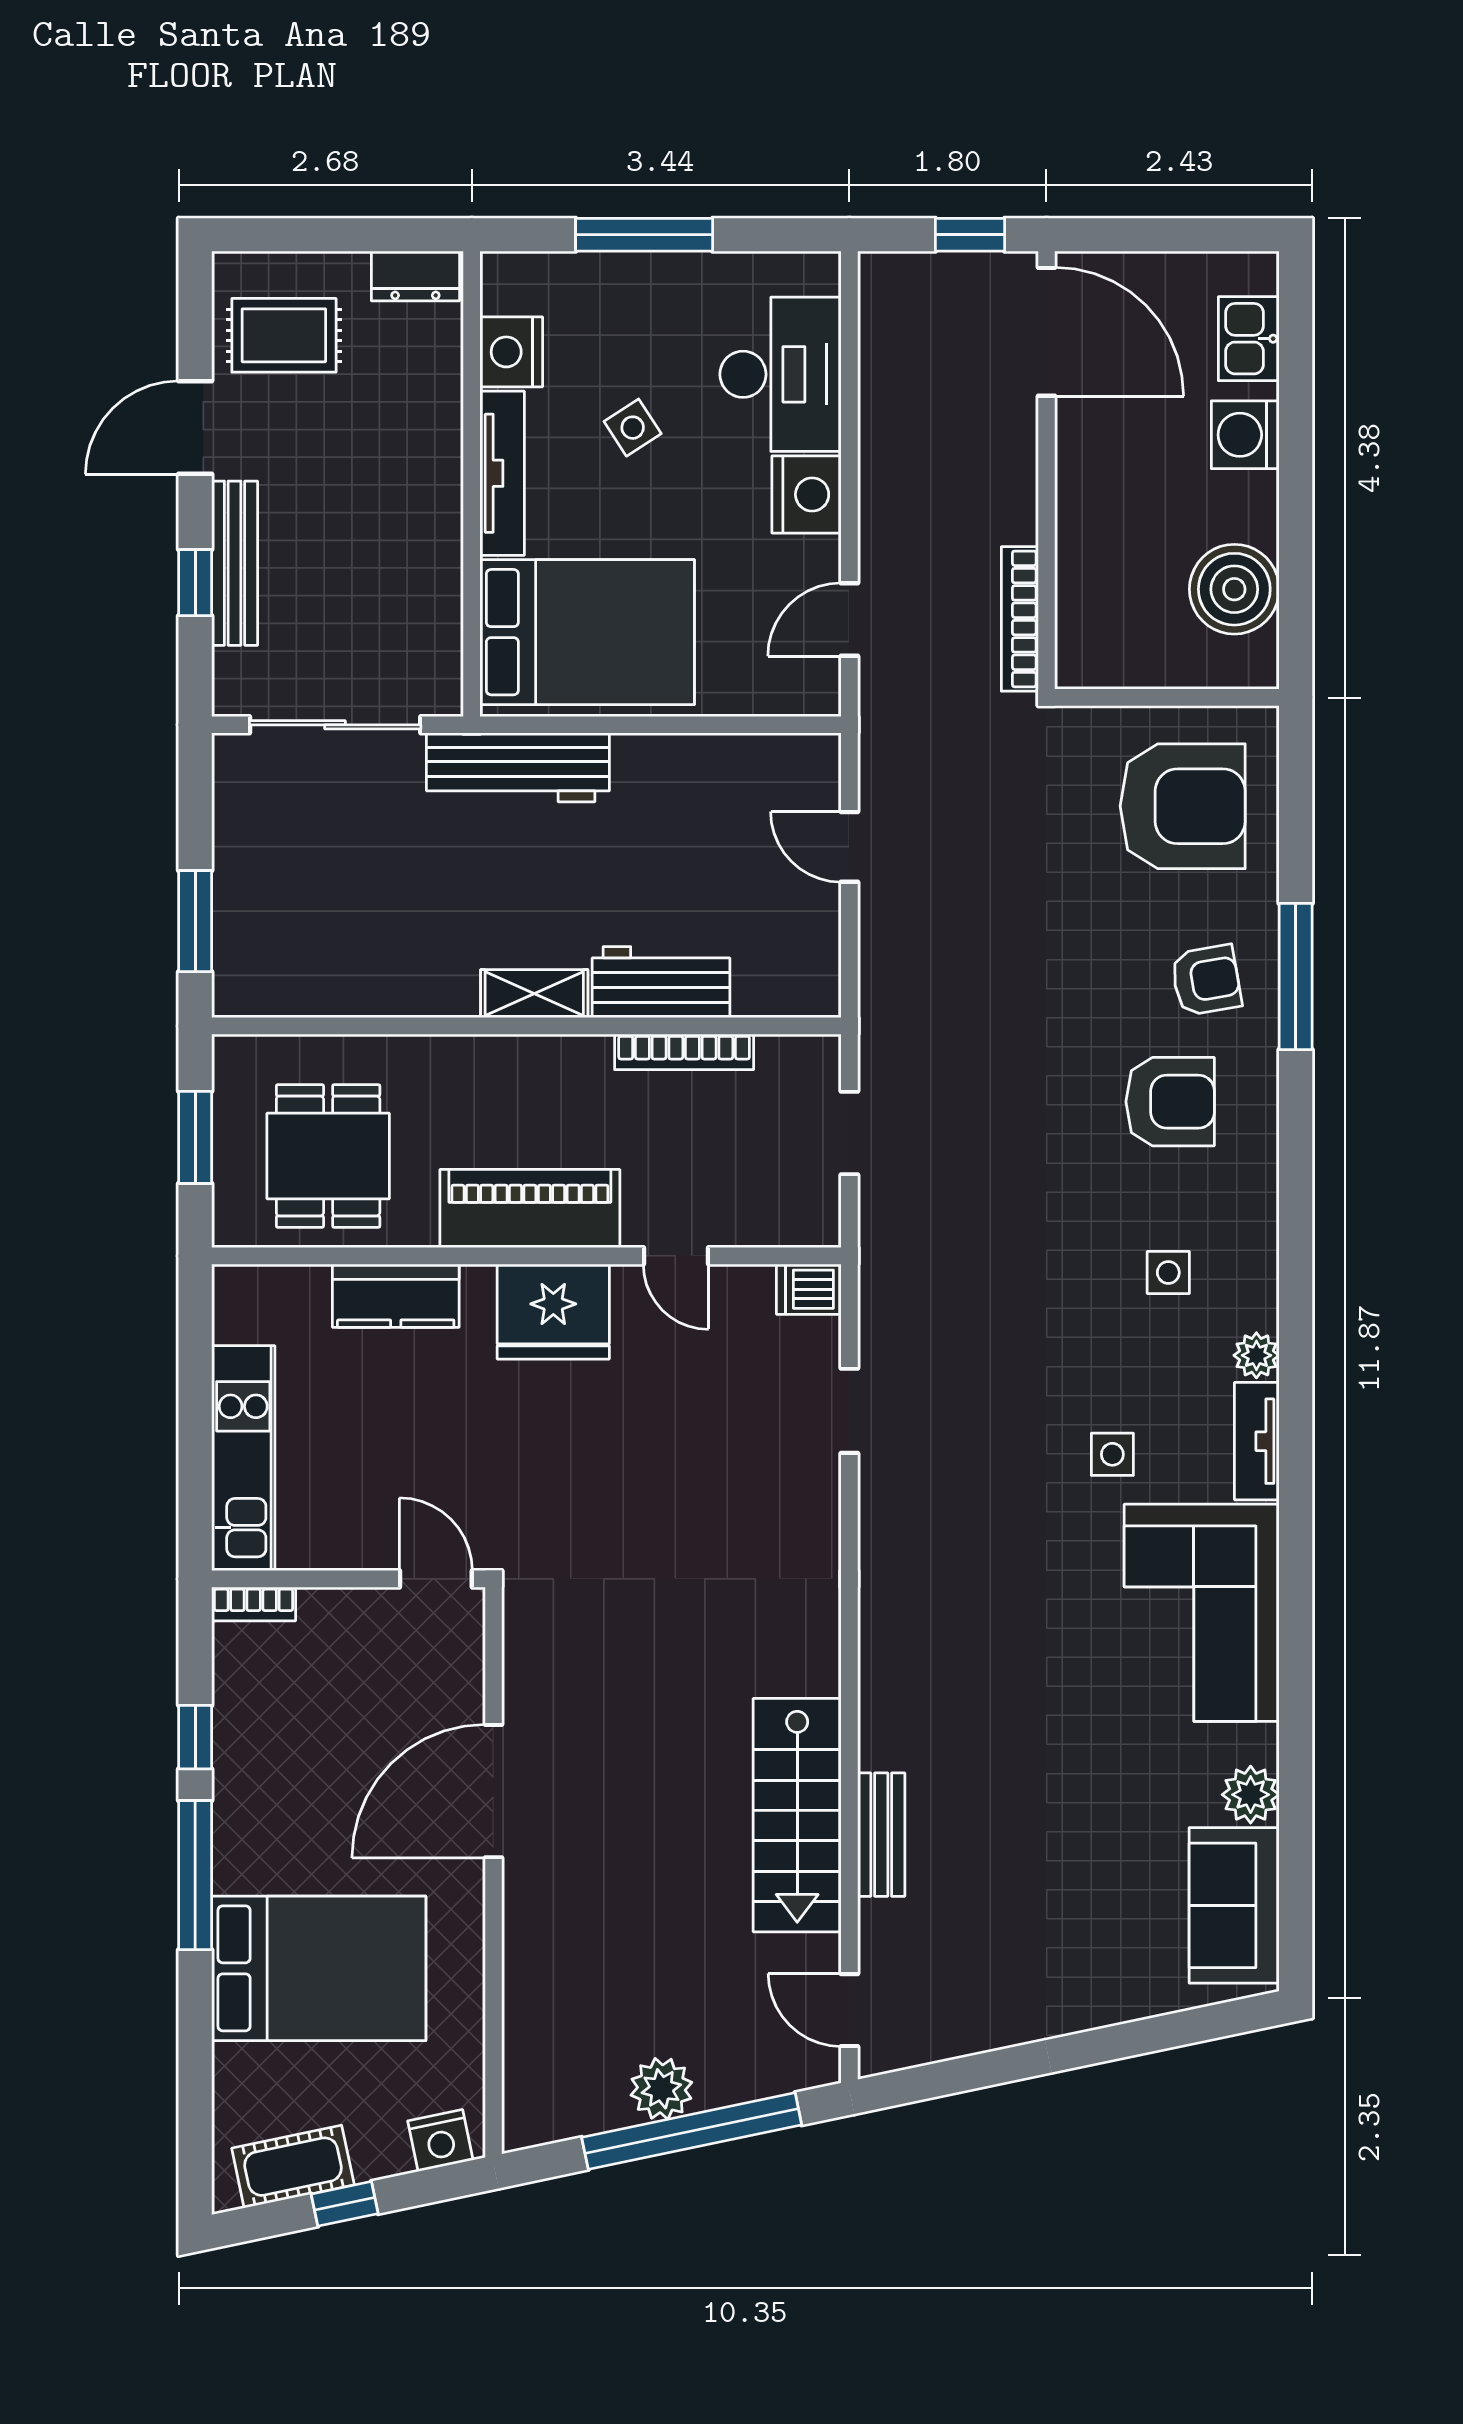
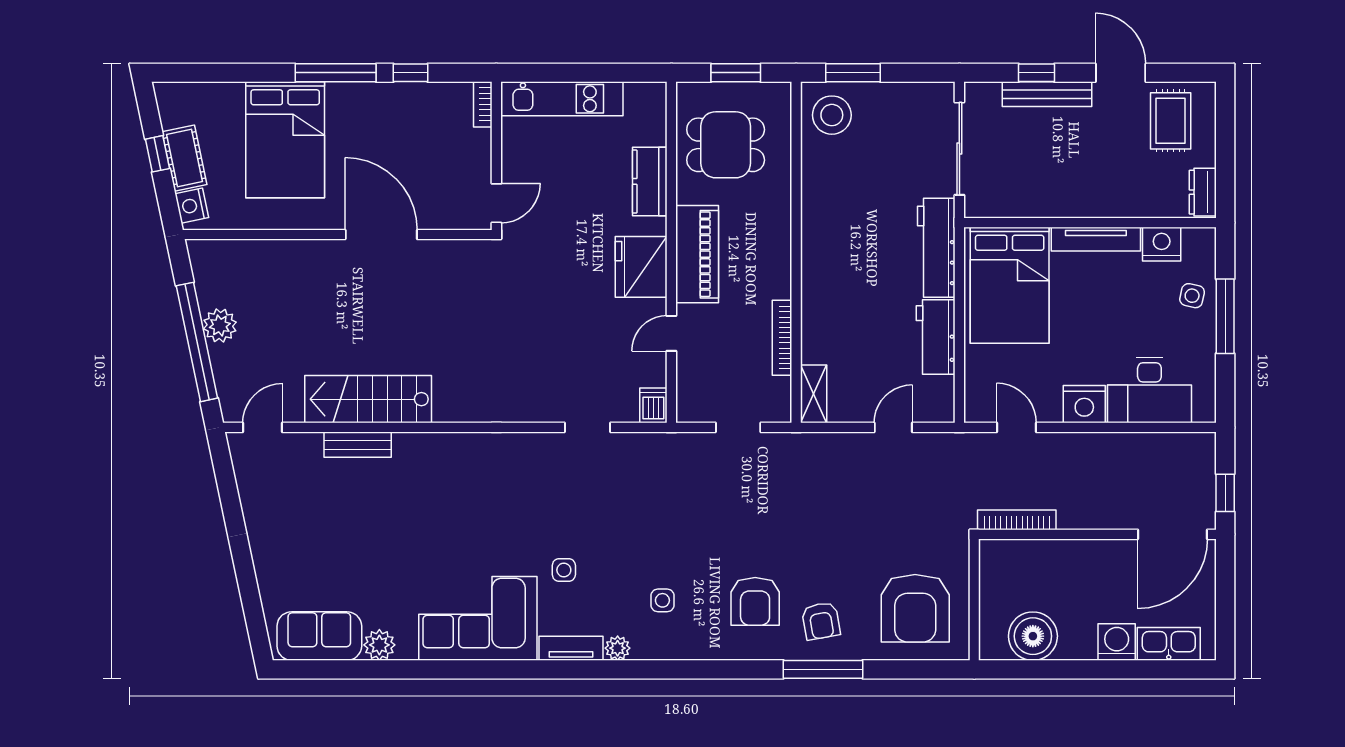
kitchen sink: (1249, 339) -> (1169, 644), width x1.38
side table: (633, 428) -> (1192, 296), moved, turned 45
stool: (273, 960) -> (832, 115), added
workbench: (661, 982) -> (936, 337), moved, turned 180
shelving: (534, 994) -> (814, 394), moved
cot: (293, 2167) -> (184, 158), moved

